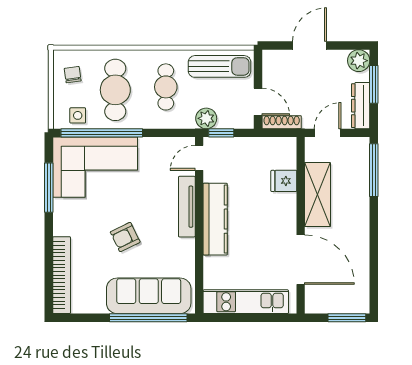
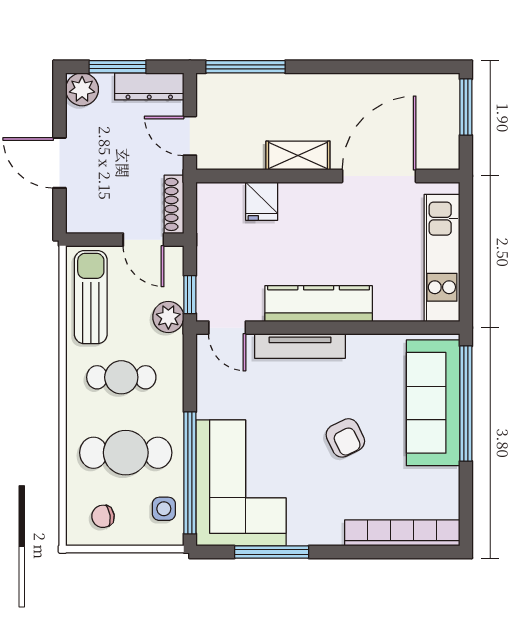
door: (258, 102) -> (143, 240), swing flipped
shelving: (318, 195) -> (298, 156), width x0.67, depth x0.75

